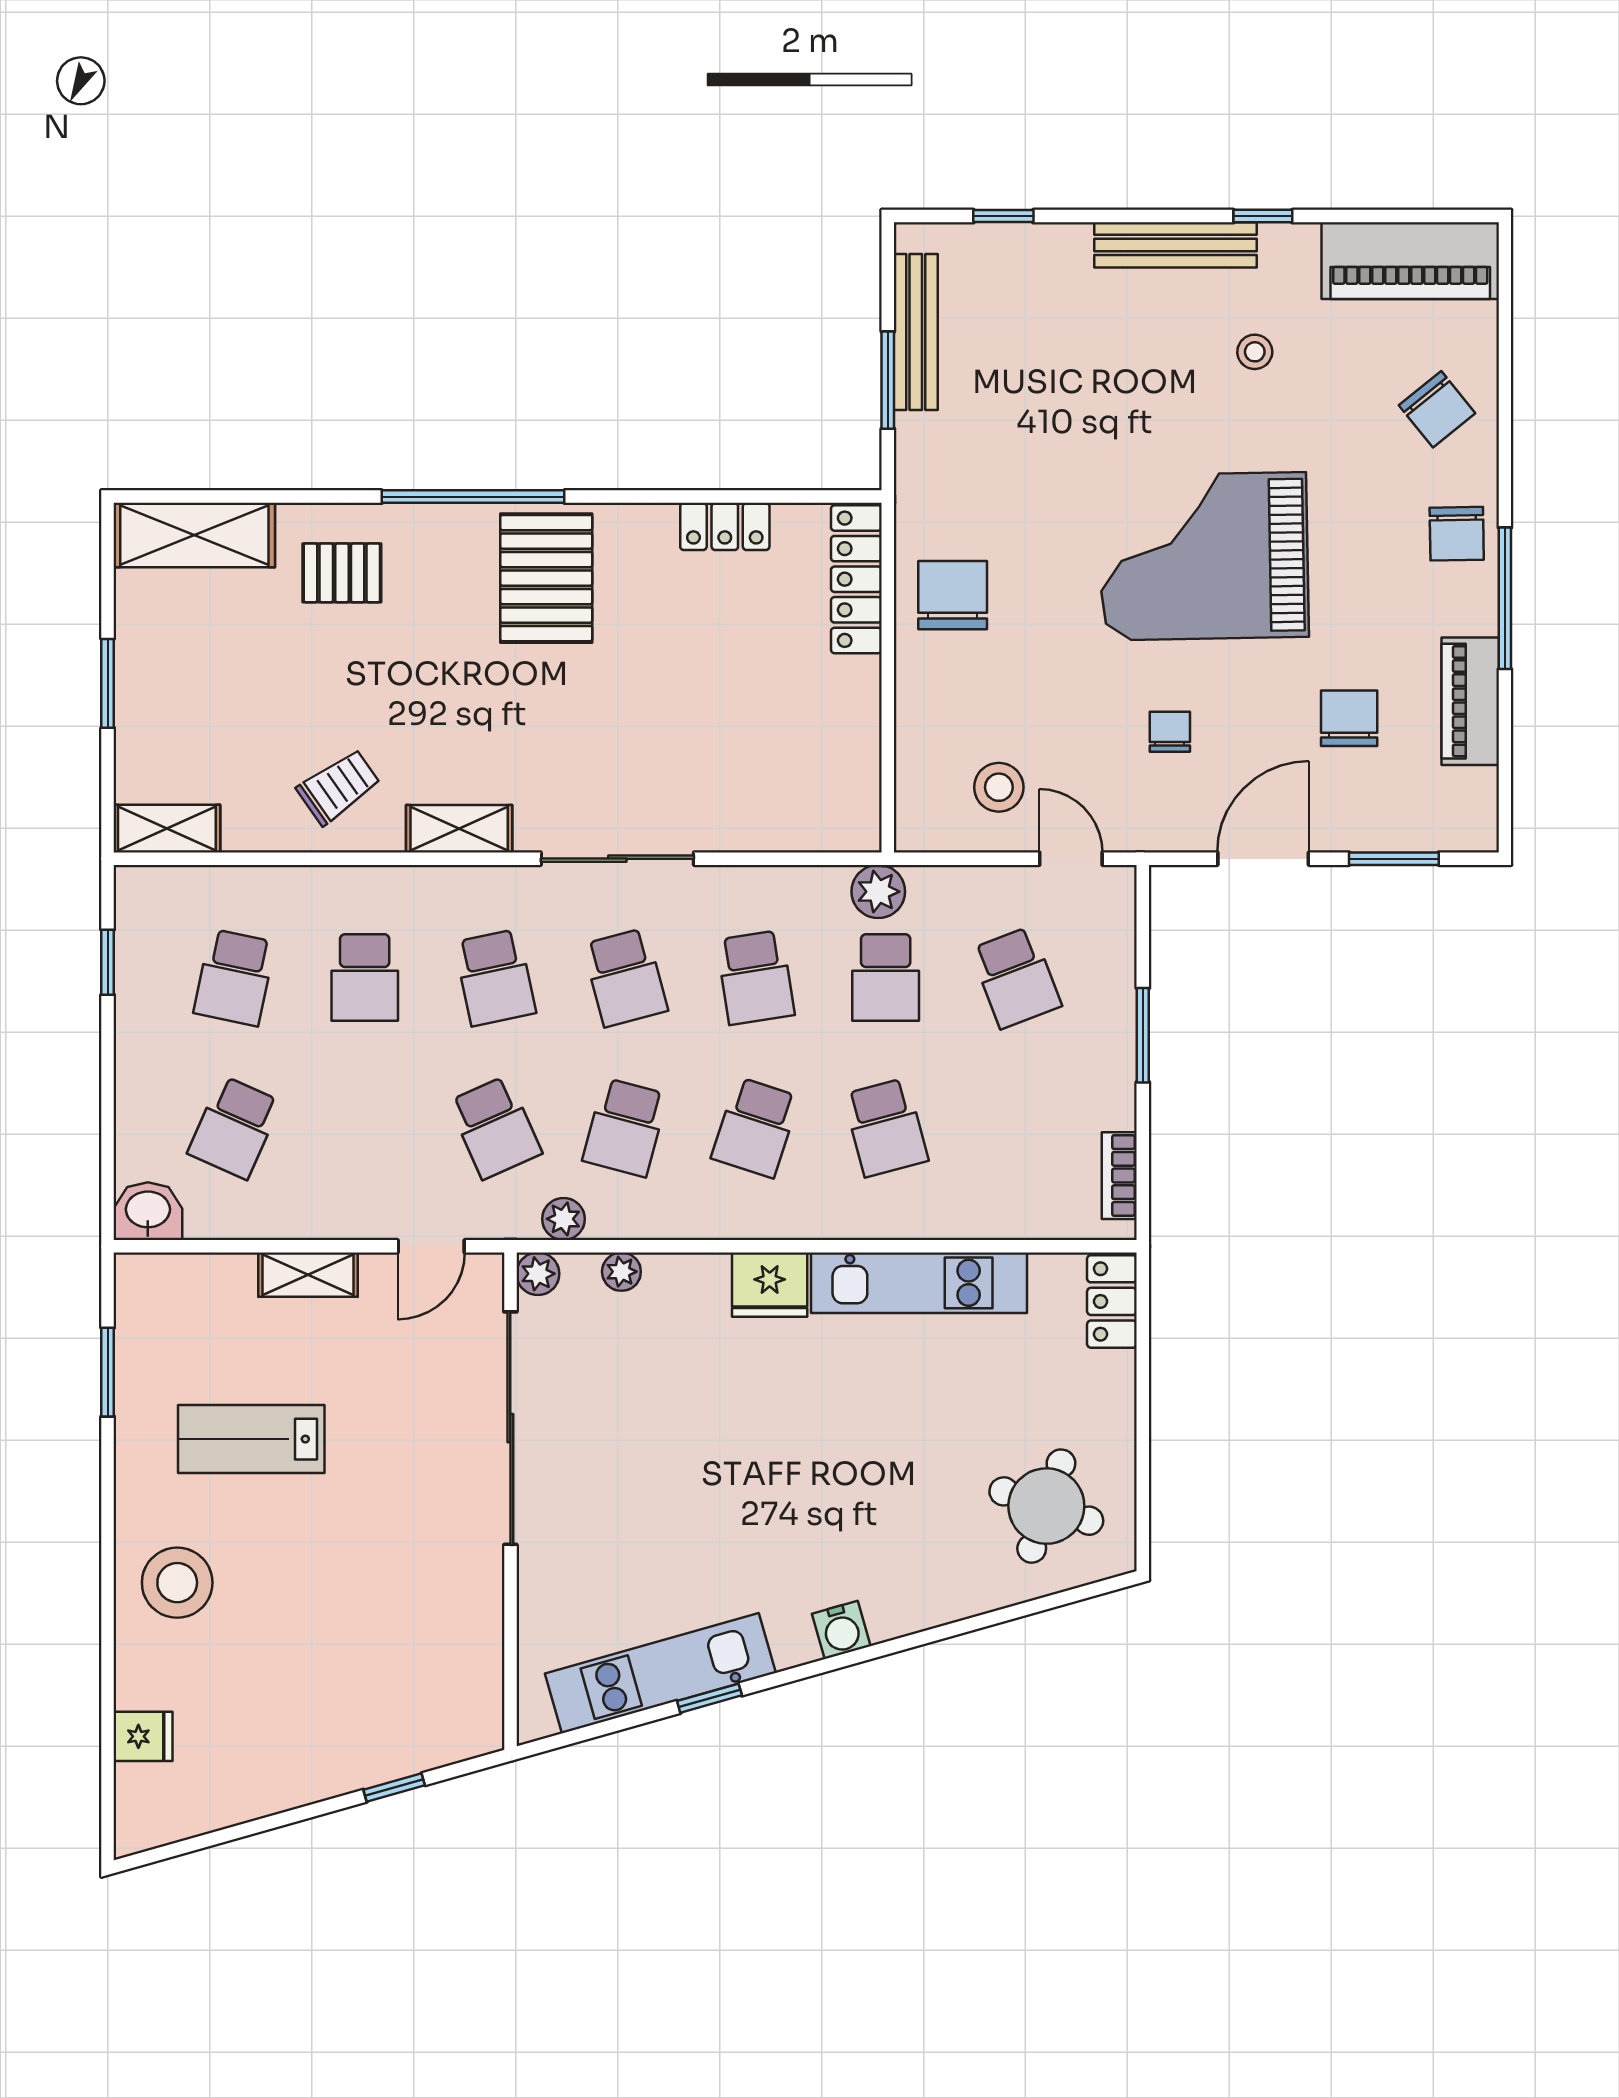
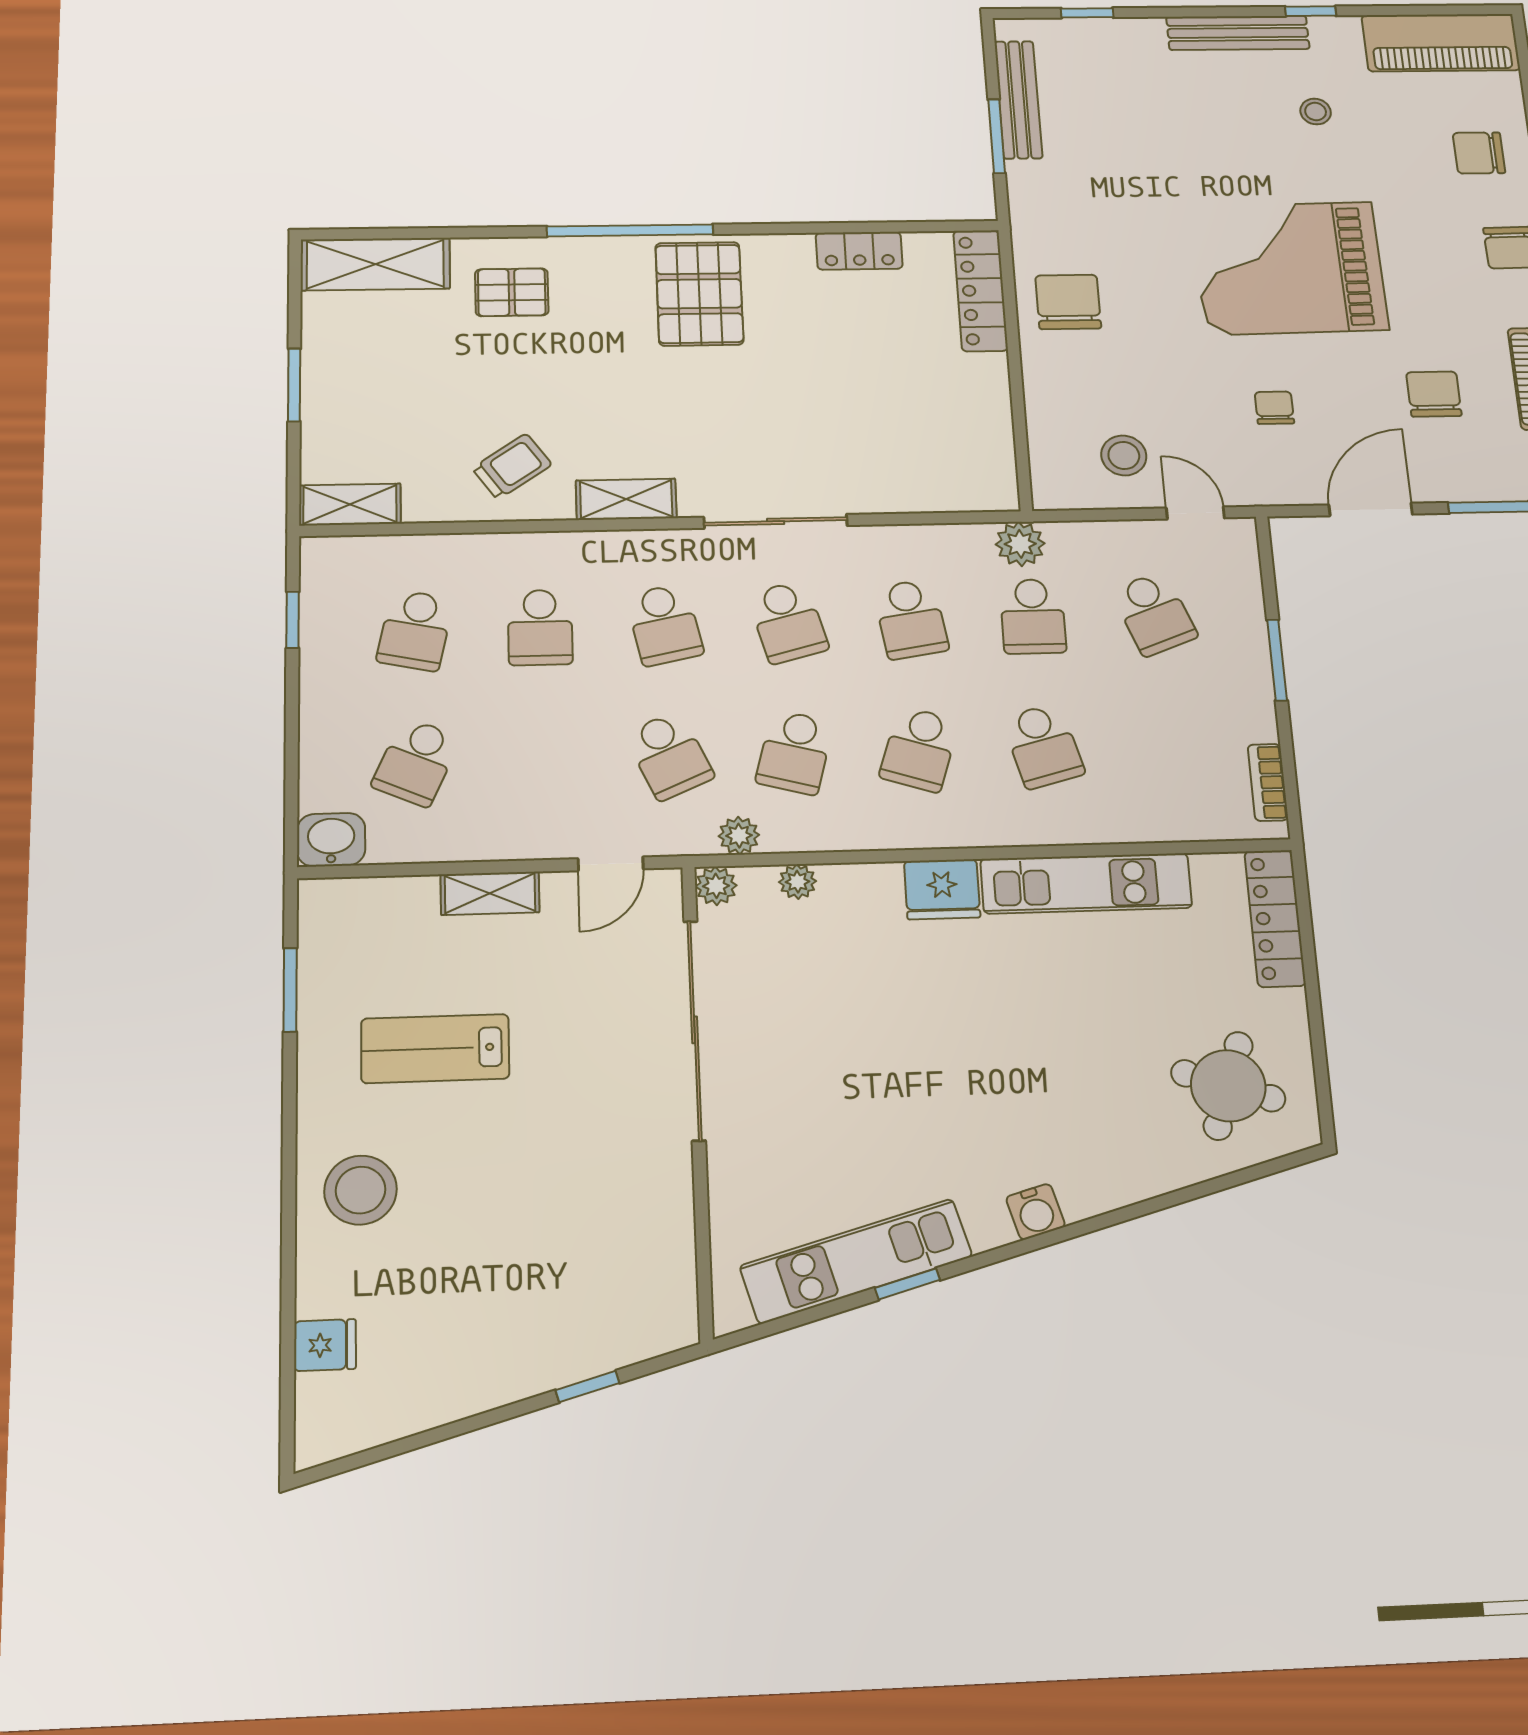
chair: (1437, 409) -> (1479, 153), turned 129
locker: (1112, 1301) -> (1275, 918), width x1.53

